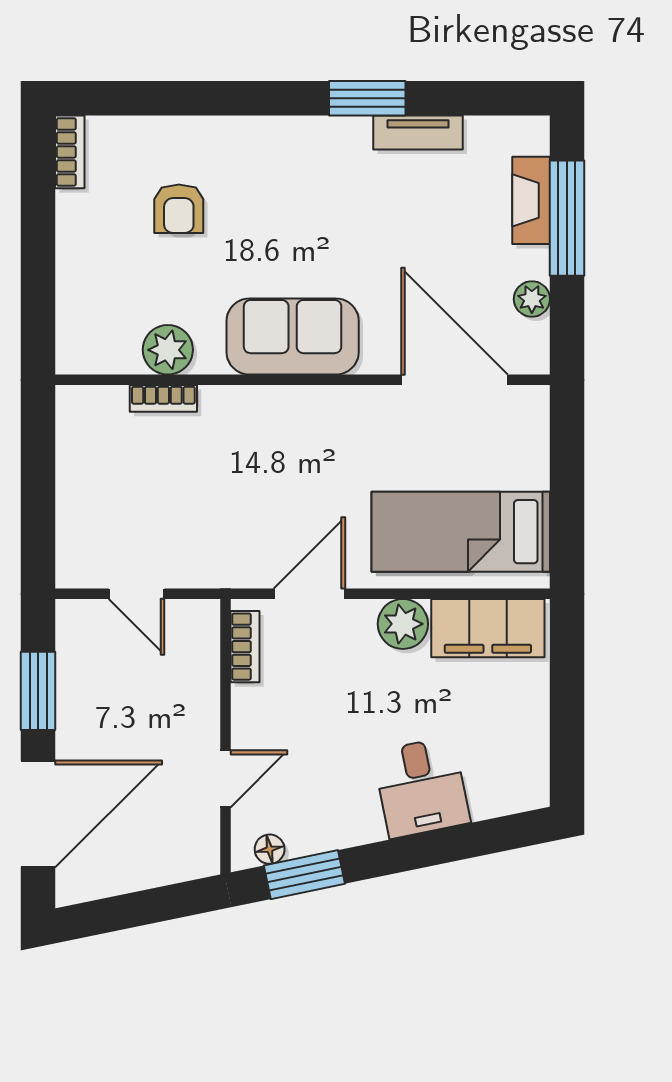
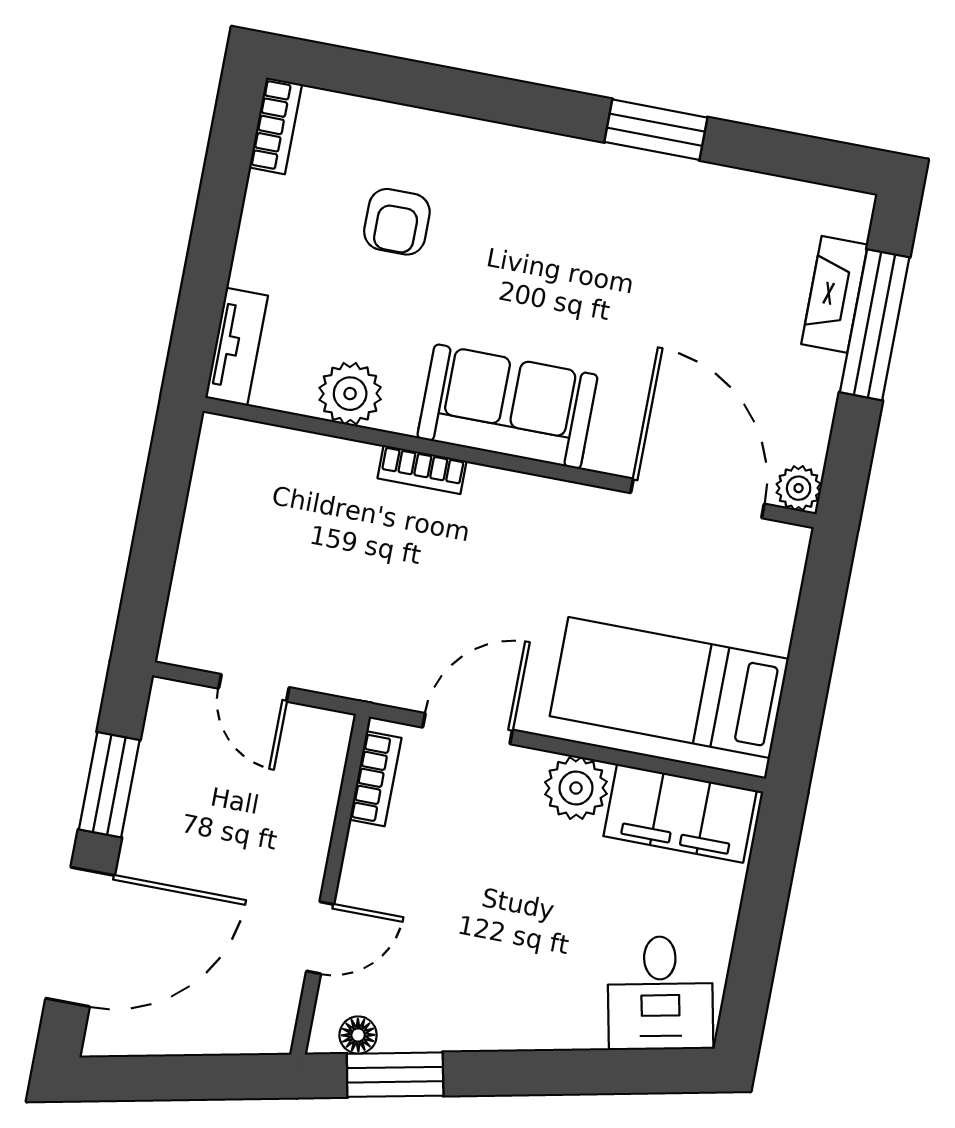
tv unit: (418, 132) -> (237, 347), moved, turned -90
plant: (532, 299) -> (799, 488), moved
bookcase: (163, 398) -> (422, 470), moved
desk: (421, 787) -> (660, 993), moved

